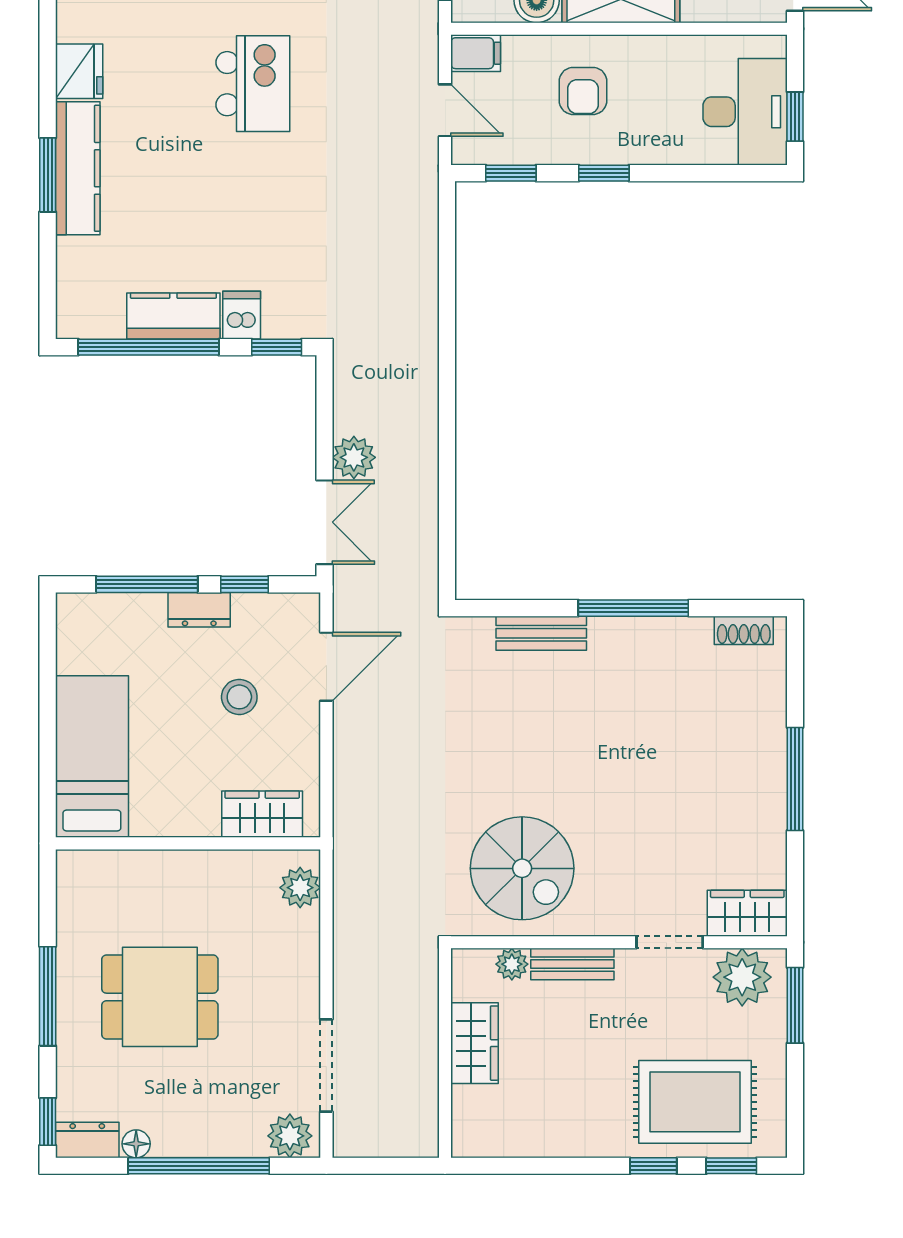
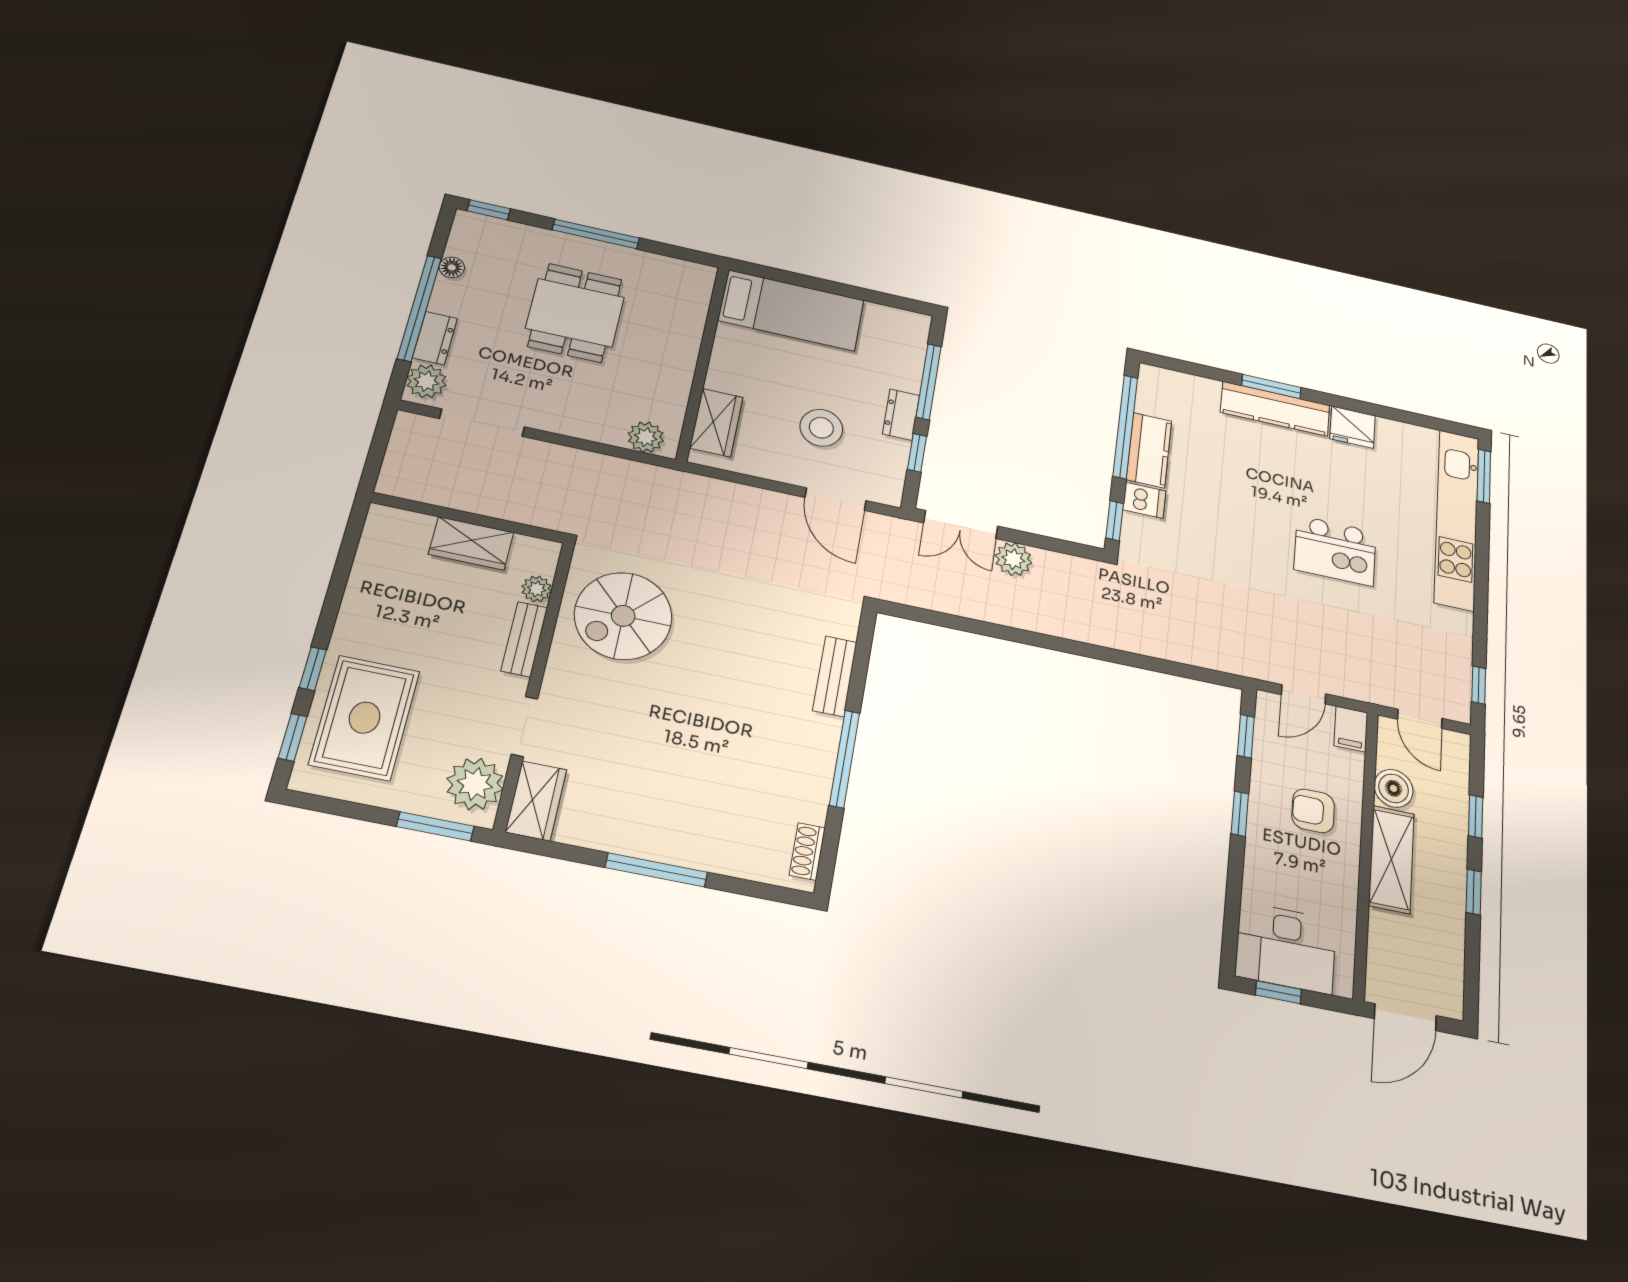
stool: (239, 697) -> (821, 428), width x1.38, depth x1.38
dresser: (87, 1140) -> (435, 338), moved

